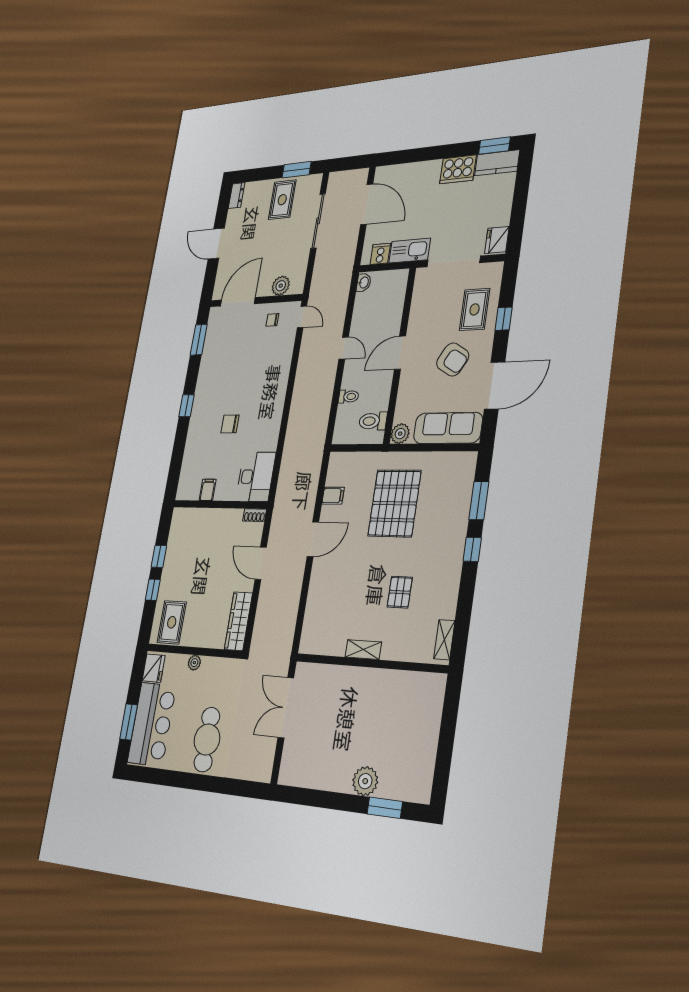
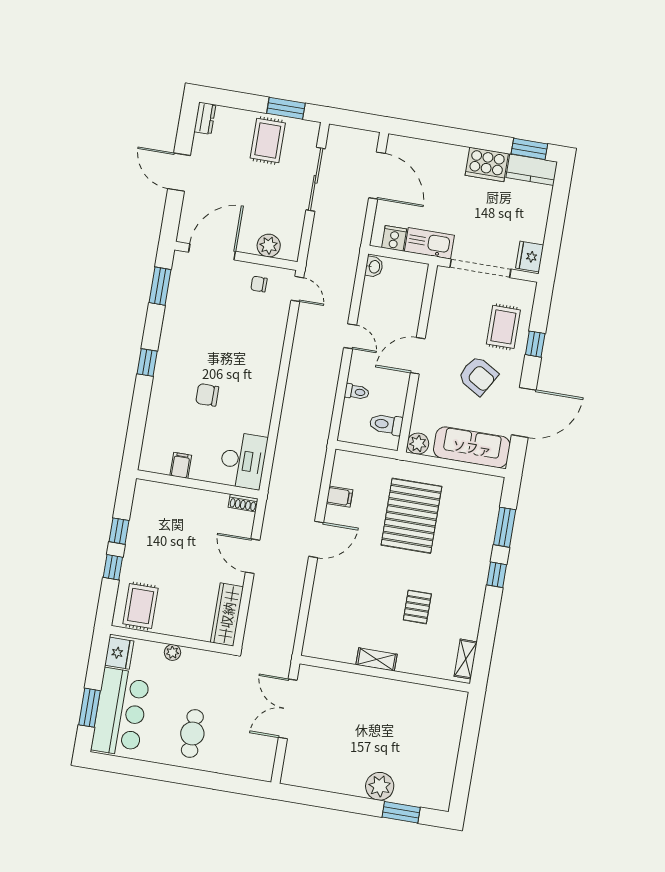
cafe table: (207, 740) -> (192, 733), width x0.73, depth x0.74

